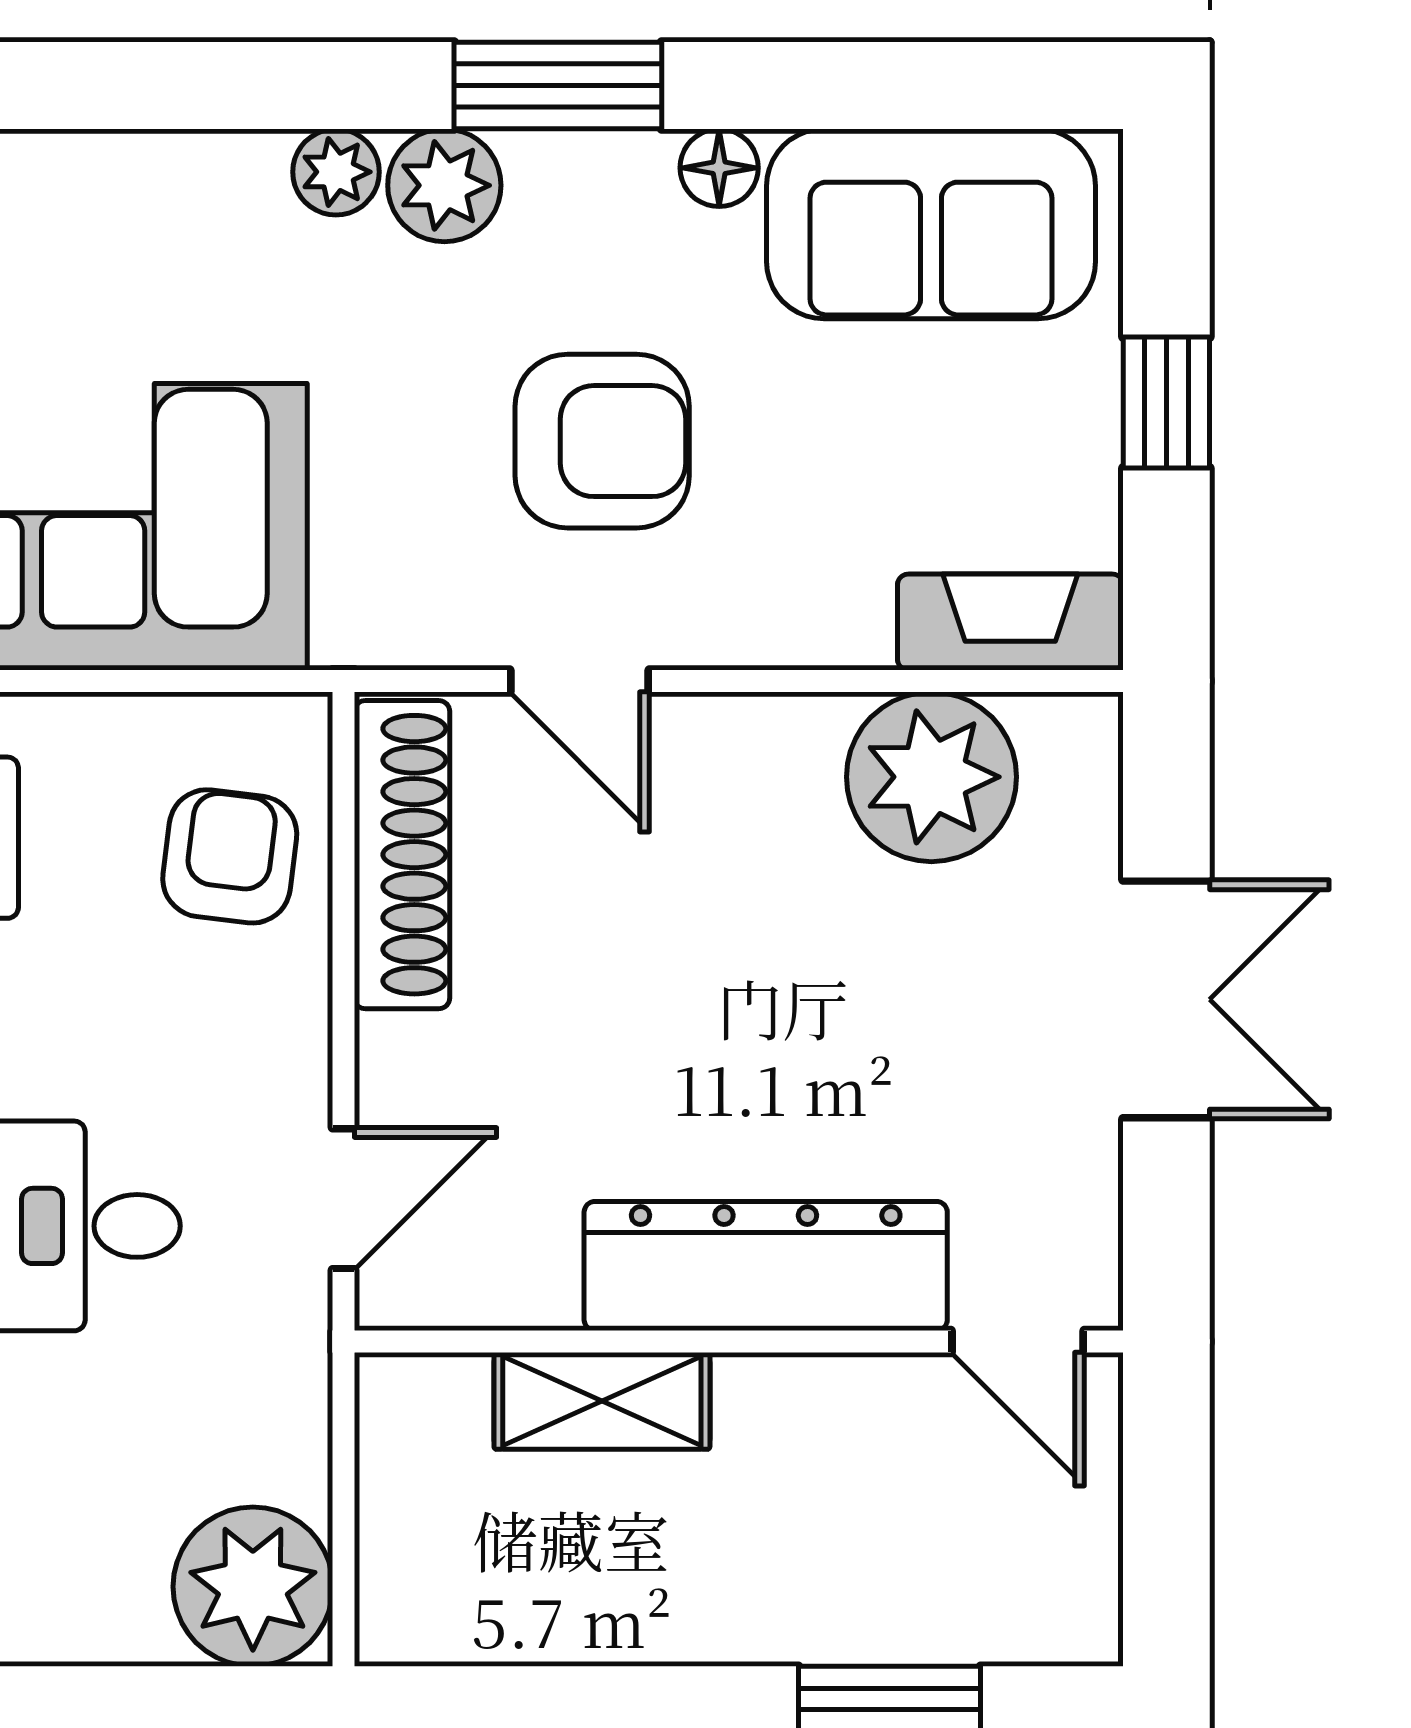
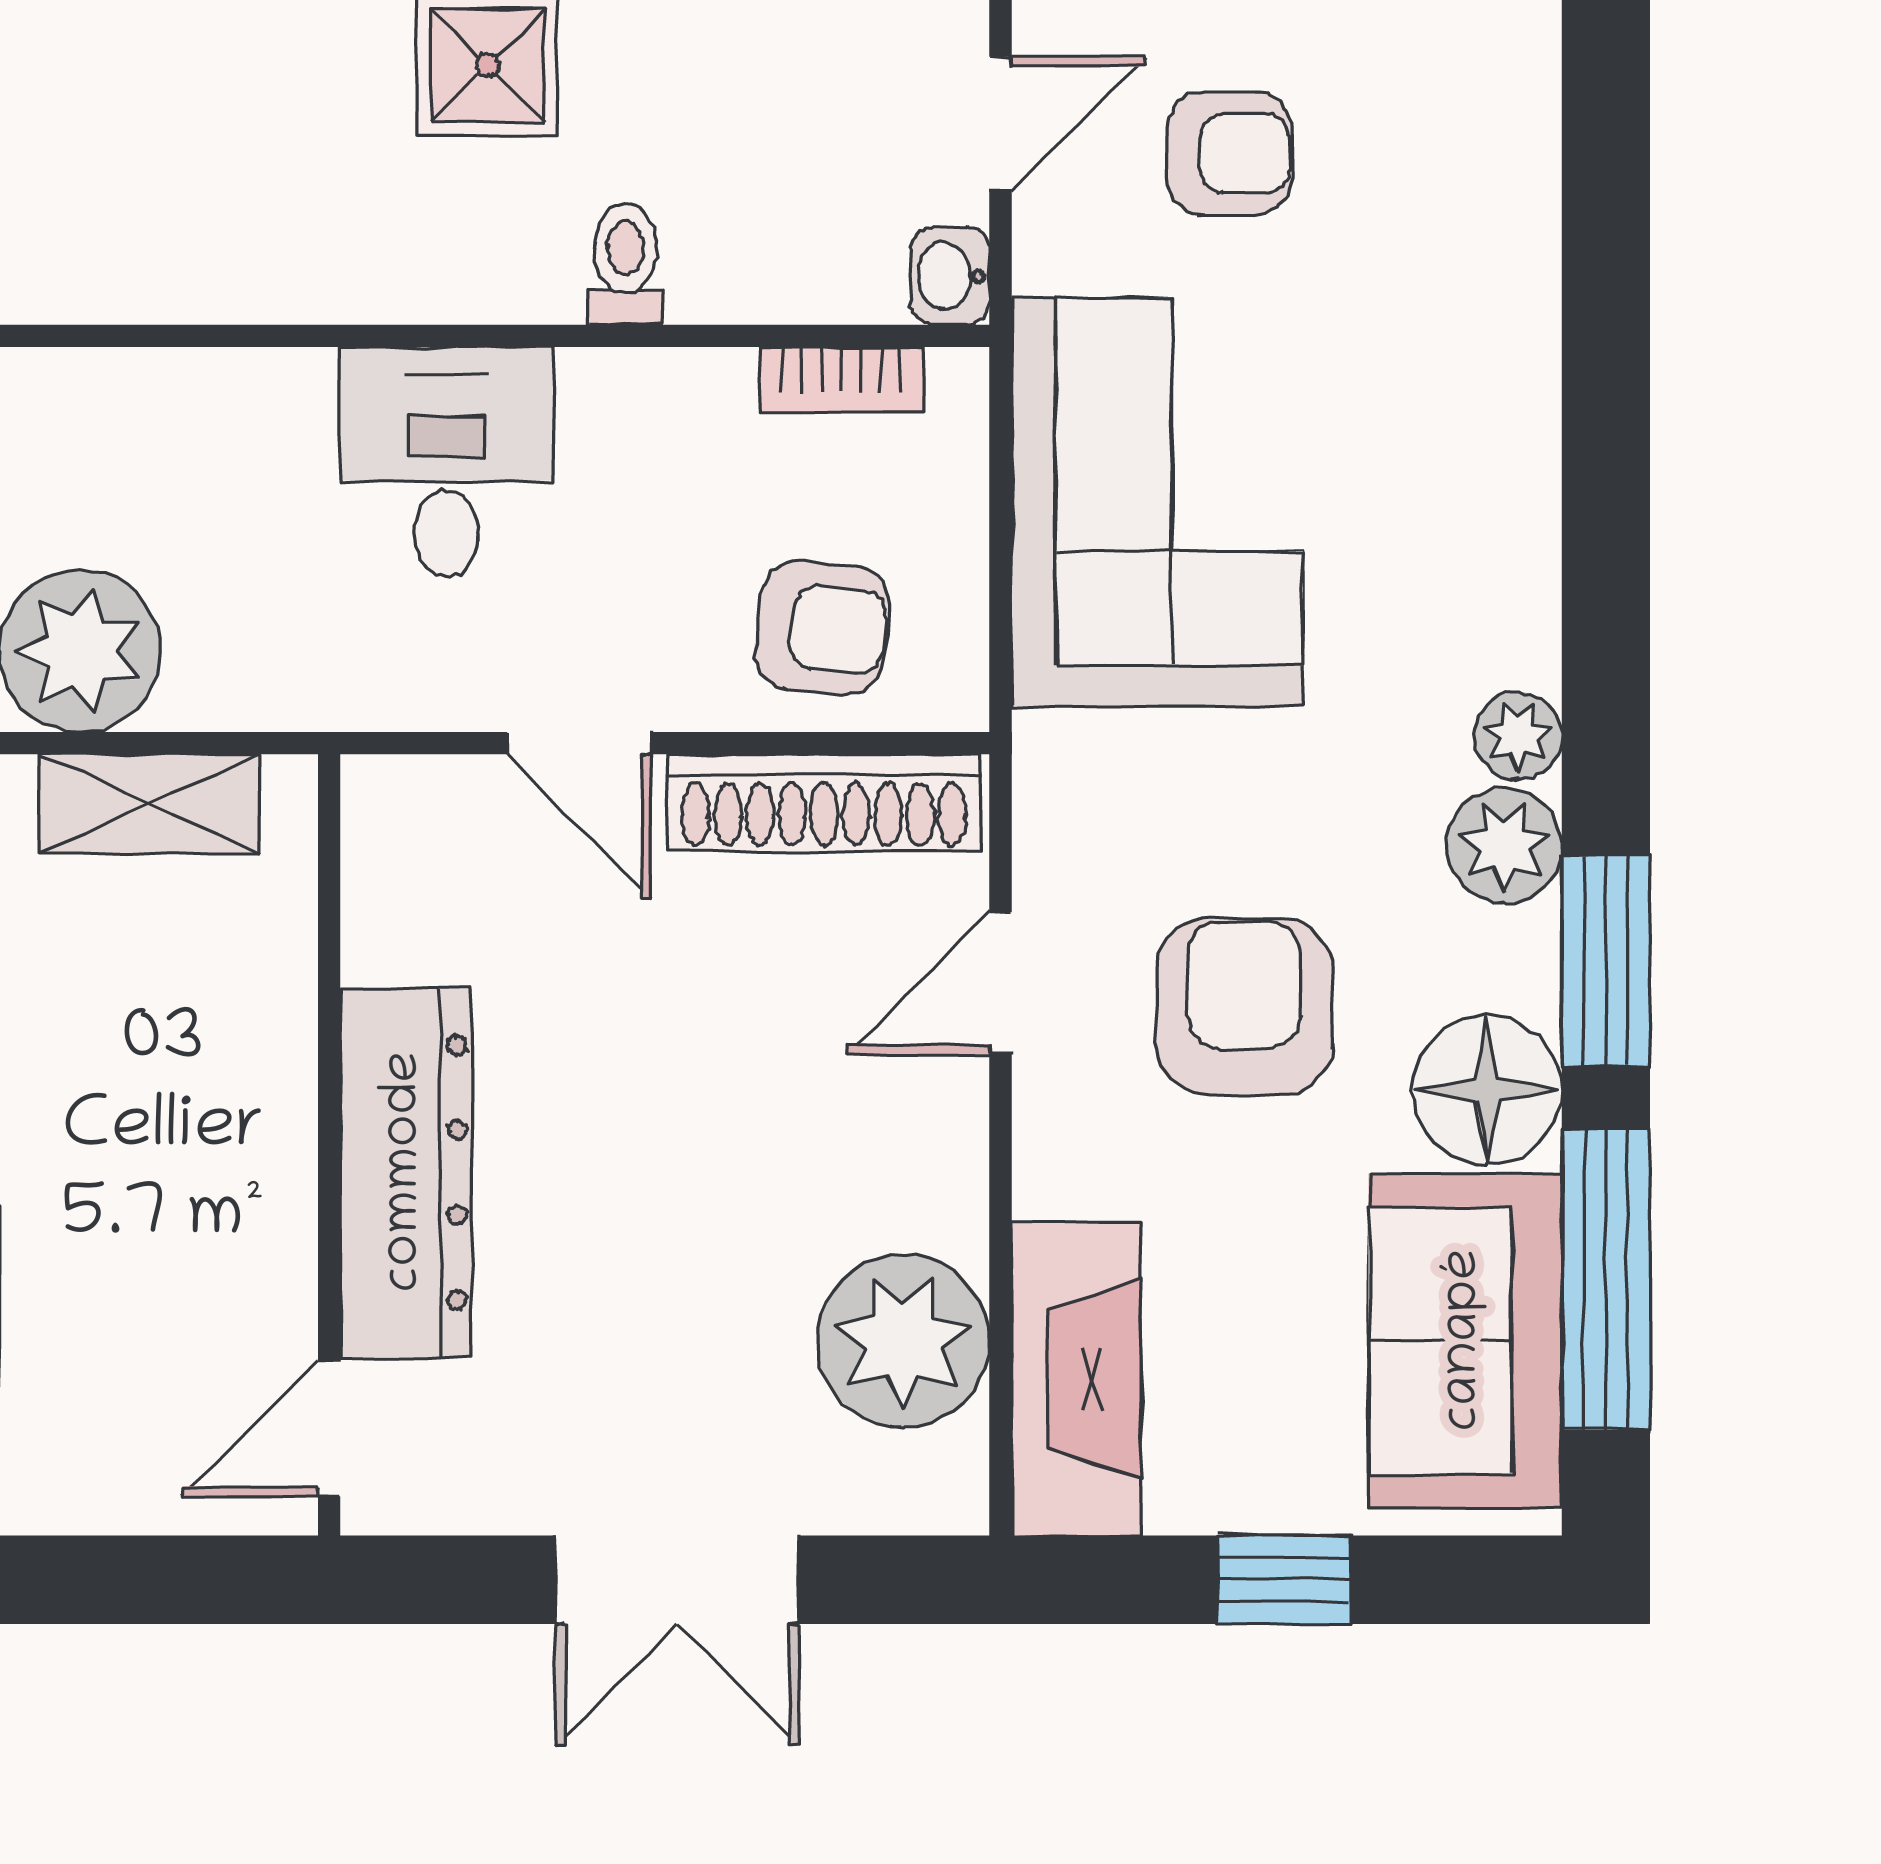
window: (870, 86) -> (1606, 1279), added
floor lamp: (719, 168) -> (1487, 1090), width x1.89, depth x1.89
armchair: (602, 441) -> (1244, 1006), turned 180
fireplace: (1010, 622) -> (1076, 1379), width x1.37, depth x1.32
door: (343, 1199) -> (580, 743), moved
shelving: (602, 1401) -> (150, 804), moved, turned 90

